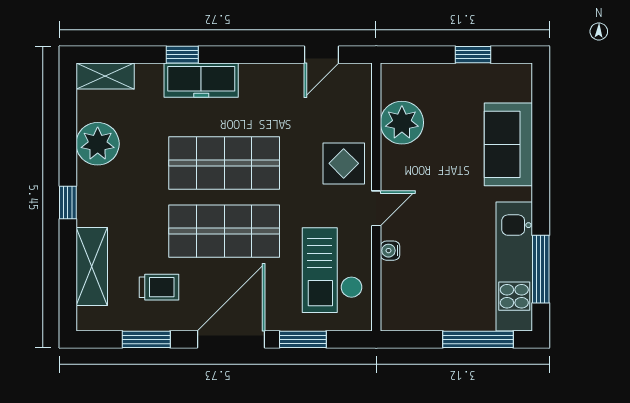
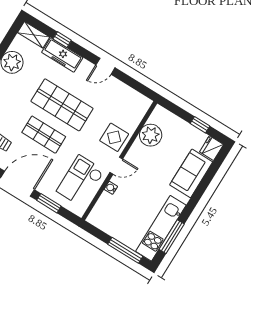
window: (182, 55) -> (62, 40), moved
door: (321, 55) -> (105, 66), moved
freezer: (201, 80) -> (62, 55), moved
fridge: (516, 82) -> (212, 148), added
shop shelf: (224, 231) -> (44, 135), width x0.70, depth x0.74

